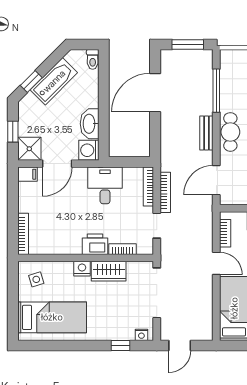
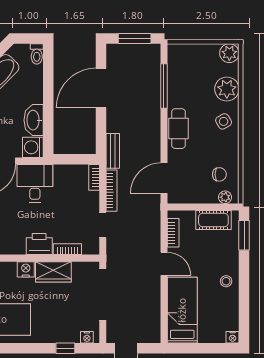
bench: (206, 133) -> (113, 151), moved
desk: (105, 185) -> (35, 184), moved
bookcase: (148, 186) -> (94, 177), width x0.64

